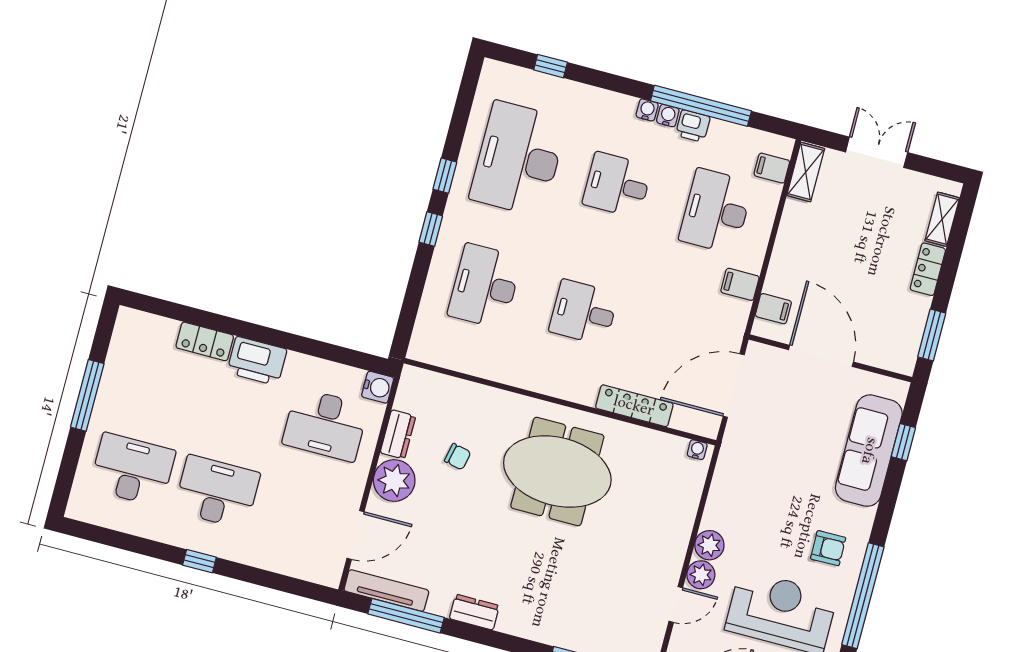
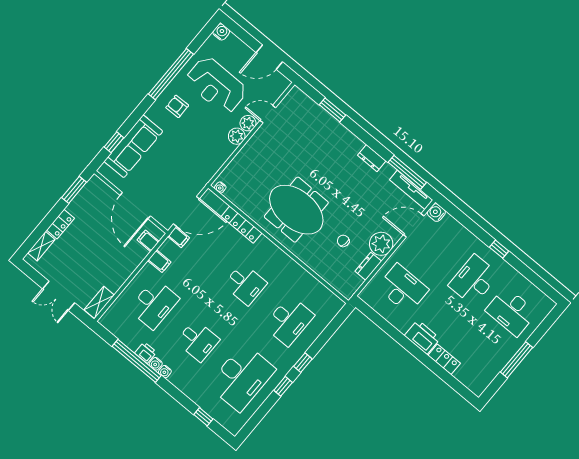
filing cabinet: (772, 168) -> (179, 237), moved
water cooler: (378, 387) -> (436, 213), moved
desk: (217, 492) -> (474, 280), turned 90

